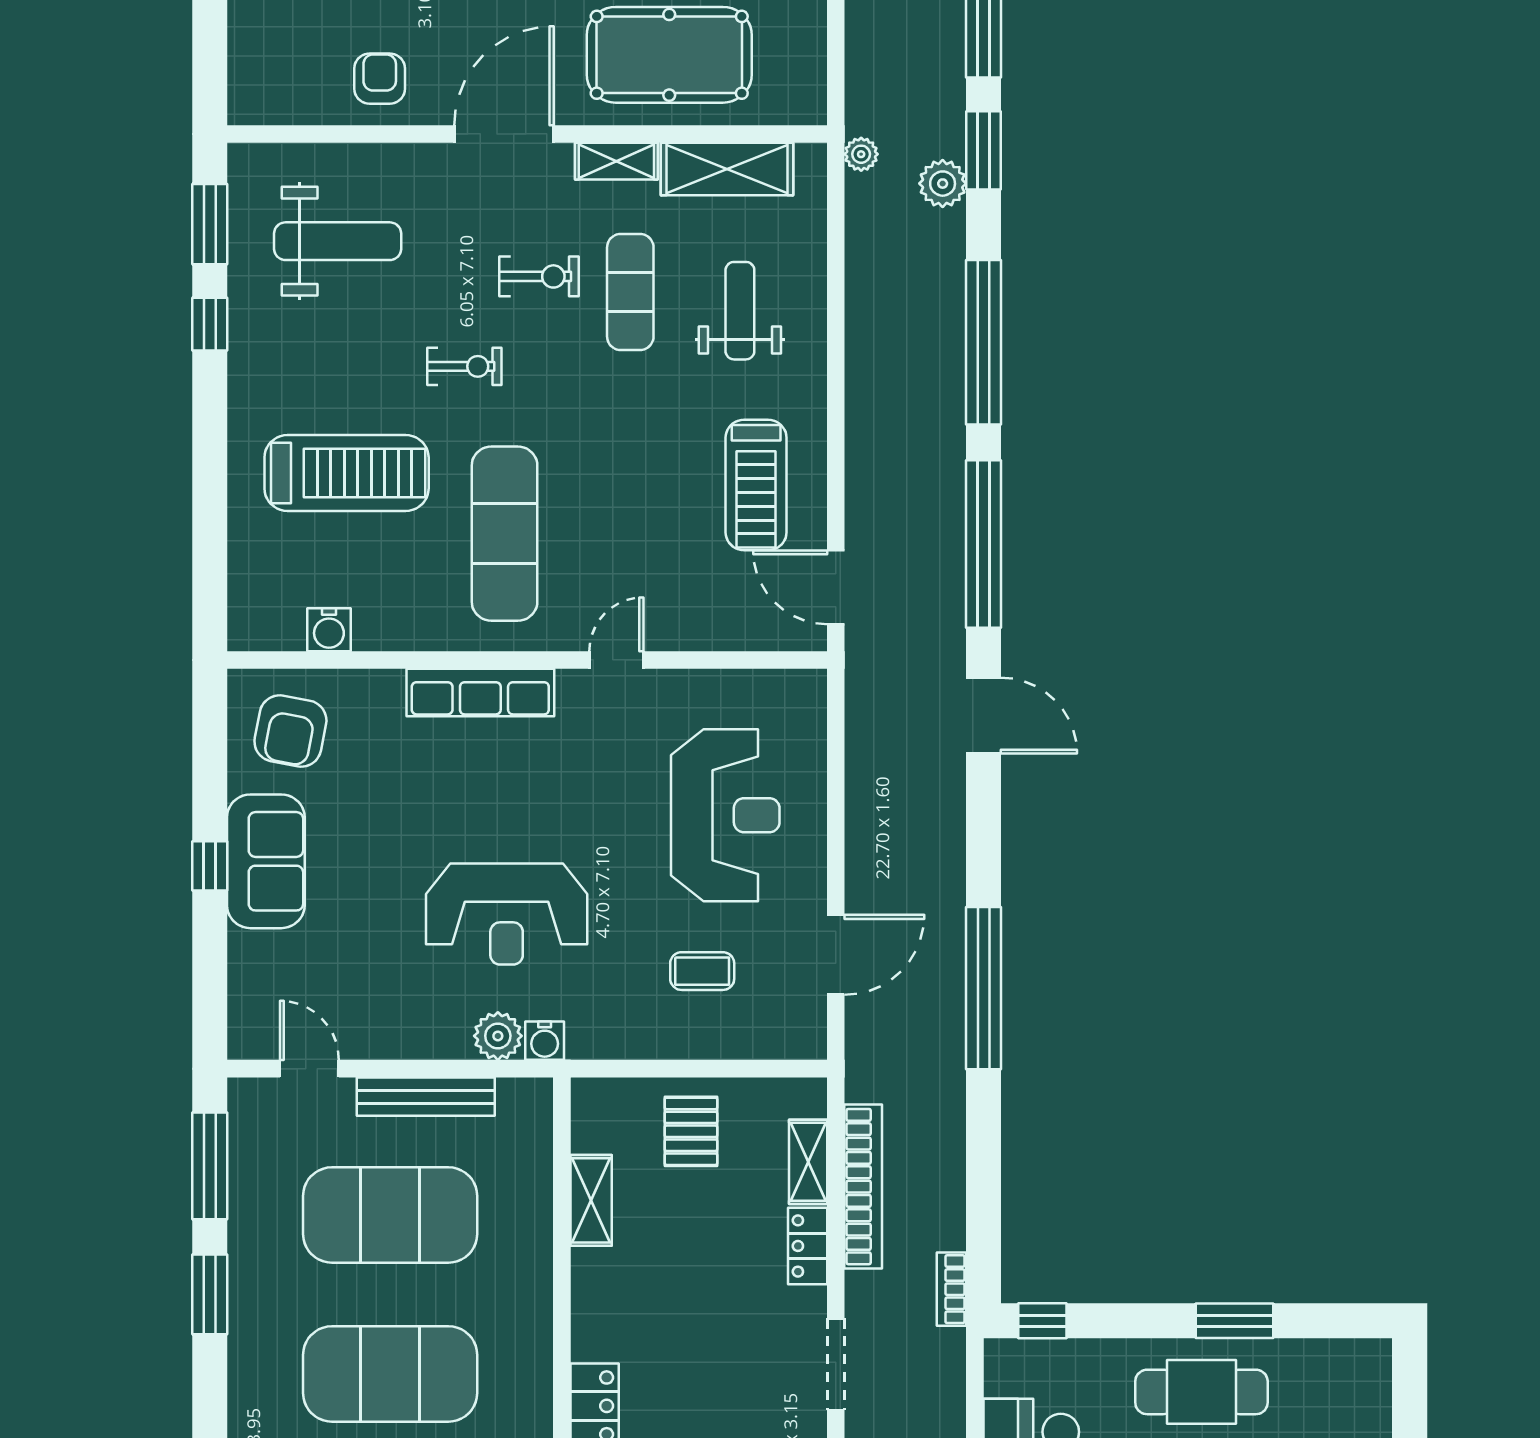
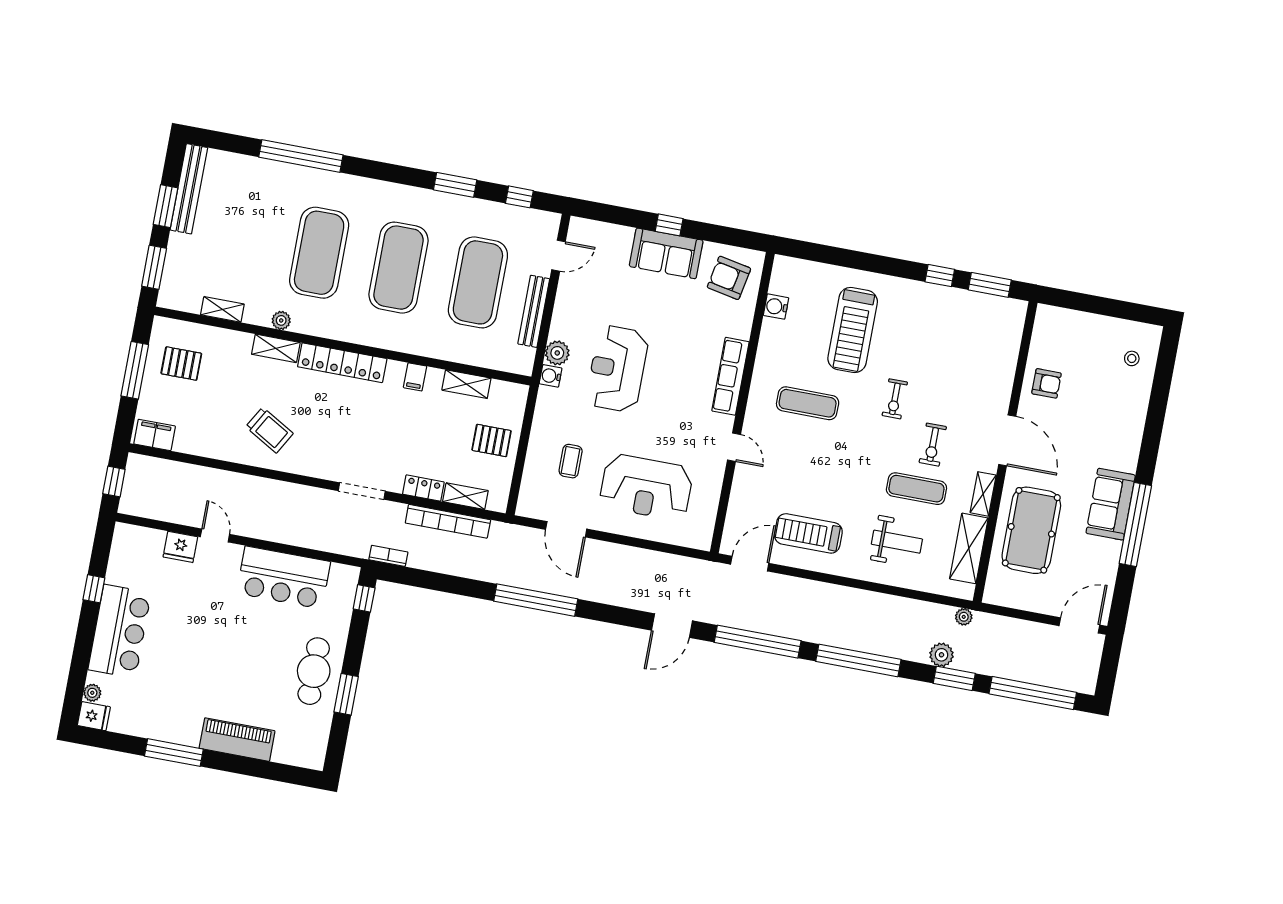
weight bench: (338, 241) -> (969, 347), removed
exercise mat: (505, 534) -> (808, 403), width x0.73, depth x0.69
window: (210, 1166) -> (519, 197), width x0.46
filing cabinet: (596, 1302) -> (415, 377), added

